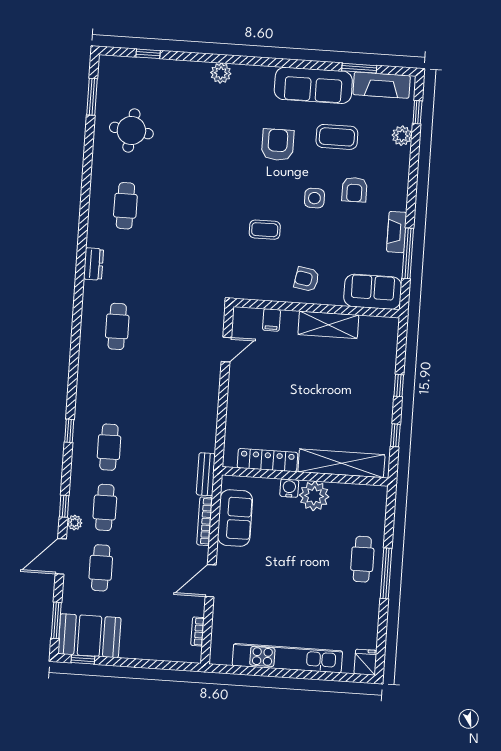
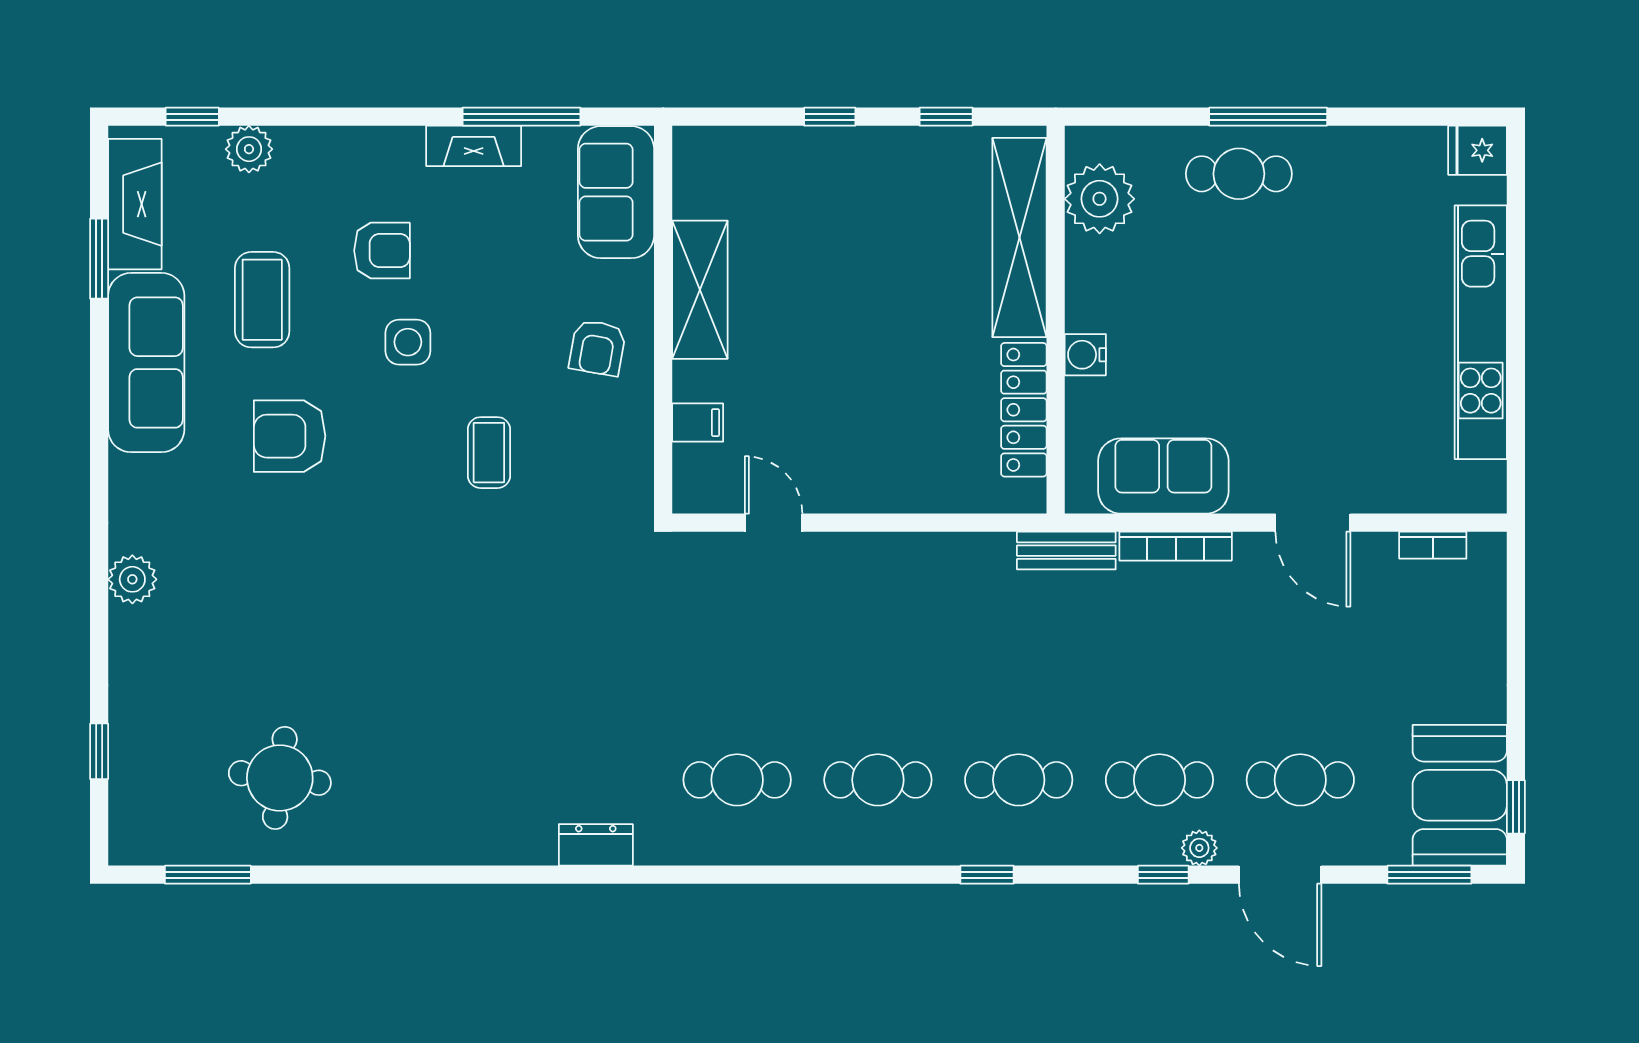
cafe table: (125, 206) -> (878, 780), moved
plant: (314, 496) -> (1100, 199), moved

